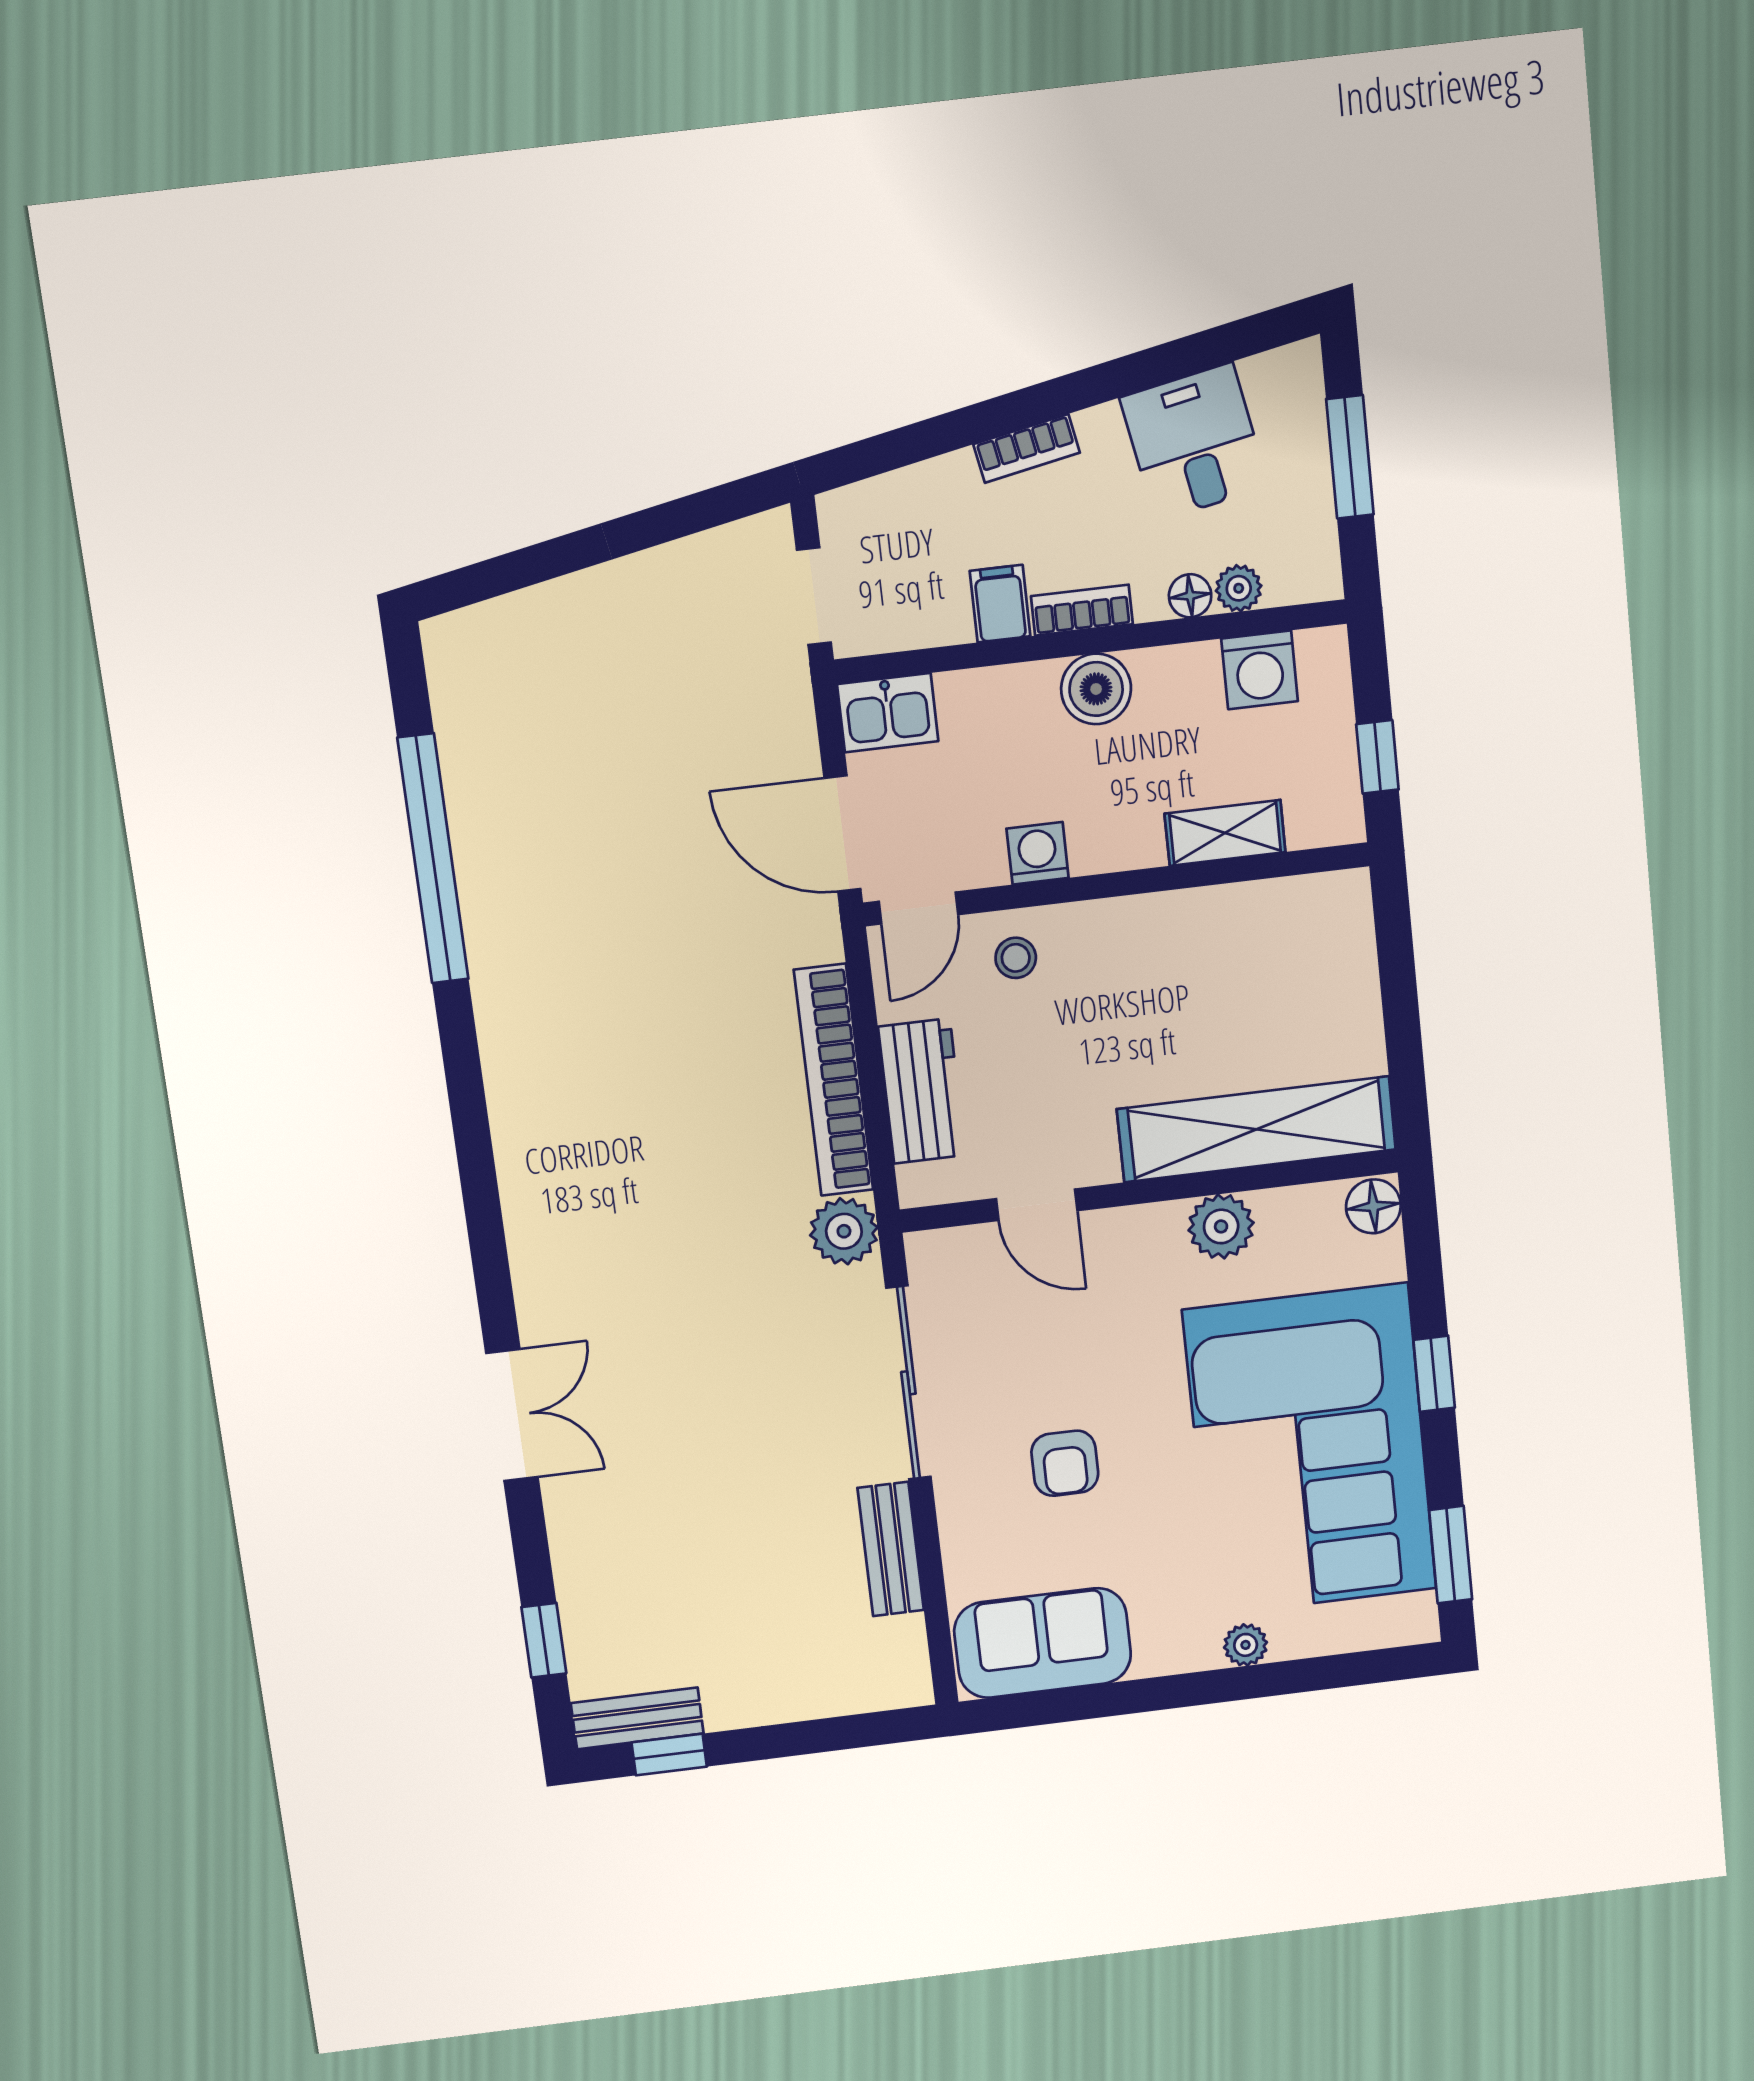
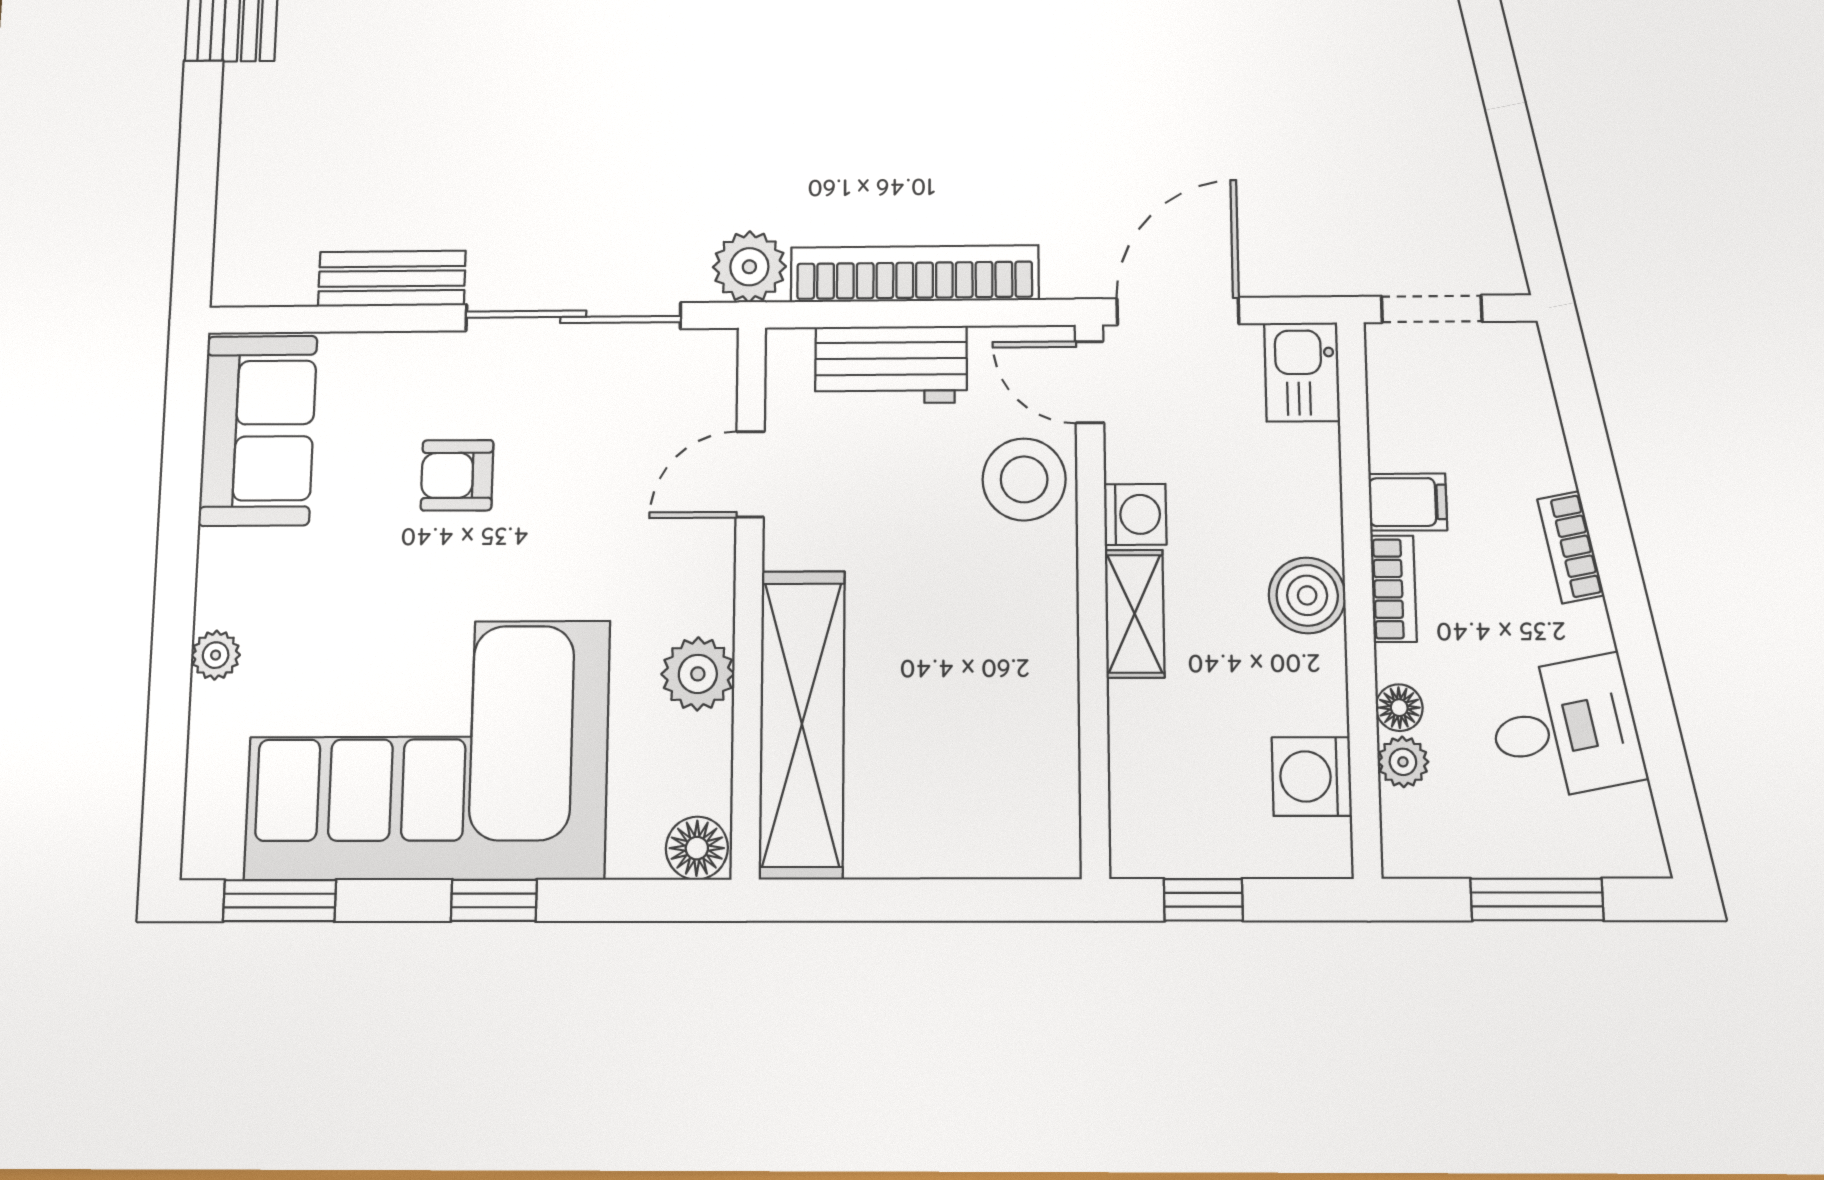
shelving: (1225, 833) -> (1135, 614), moved
stool: (1016, 958) -> (1024, 479), width x1.89, depth x1.89

